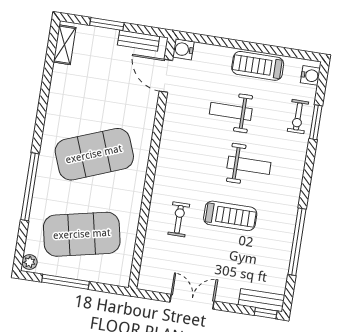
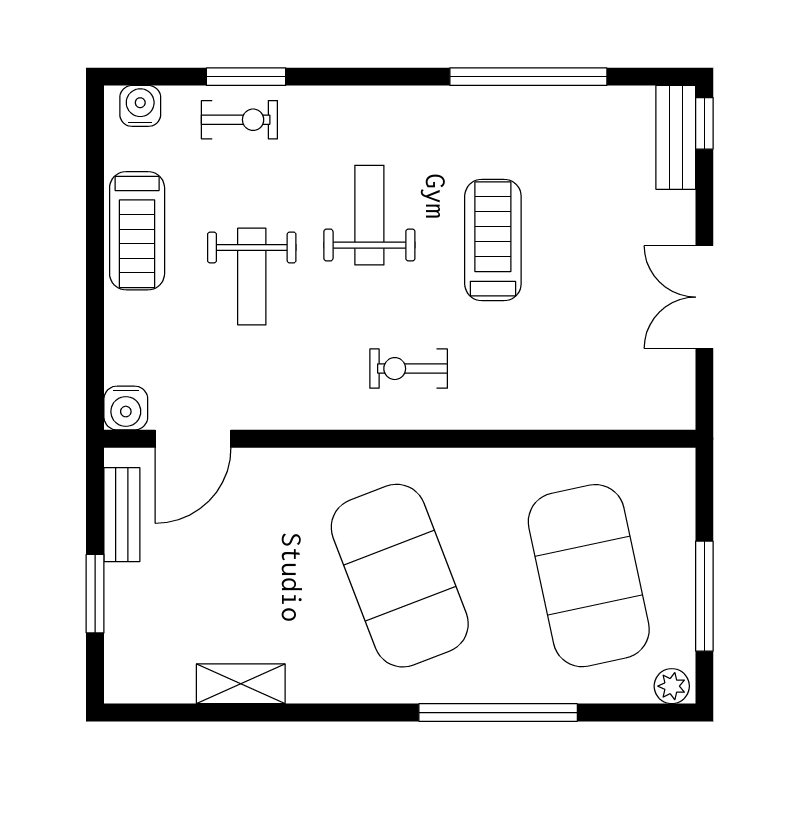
shelving: (65, 45) -> (241, 684), moved
exercise bike: (179, 219) -> (409, 369), moved

